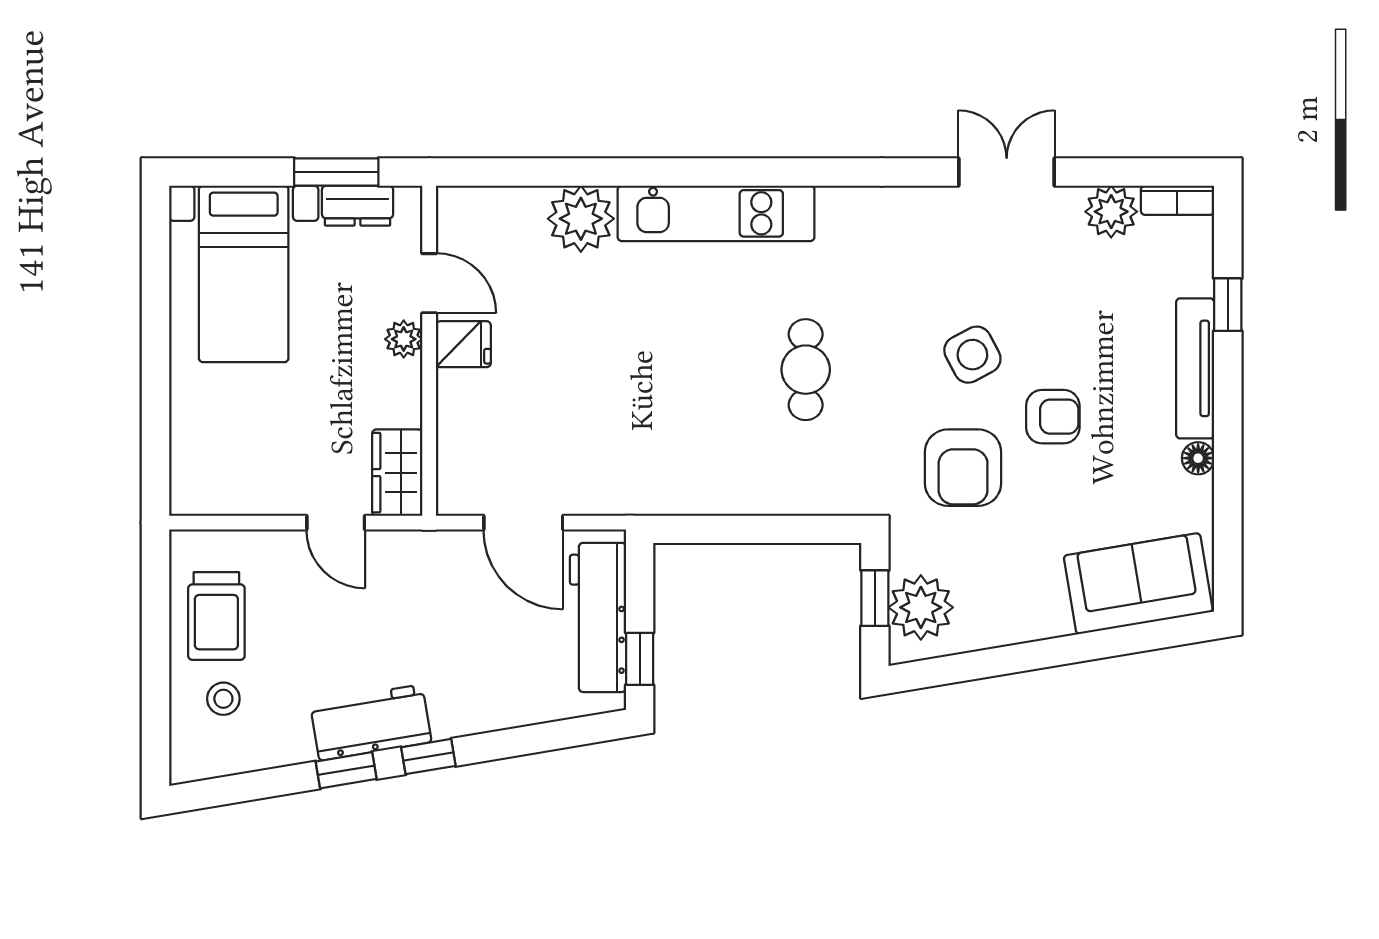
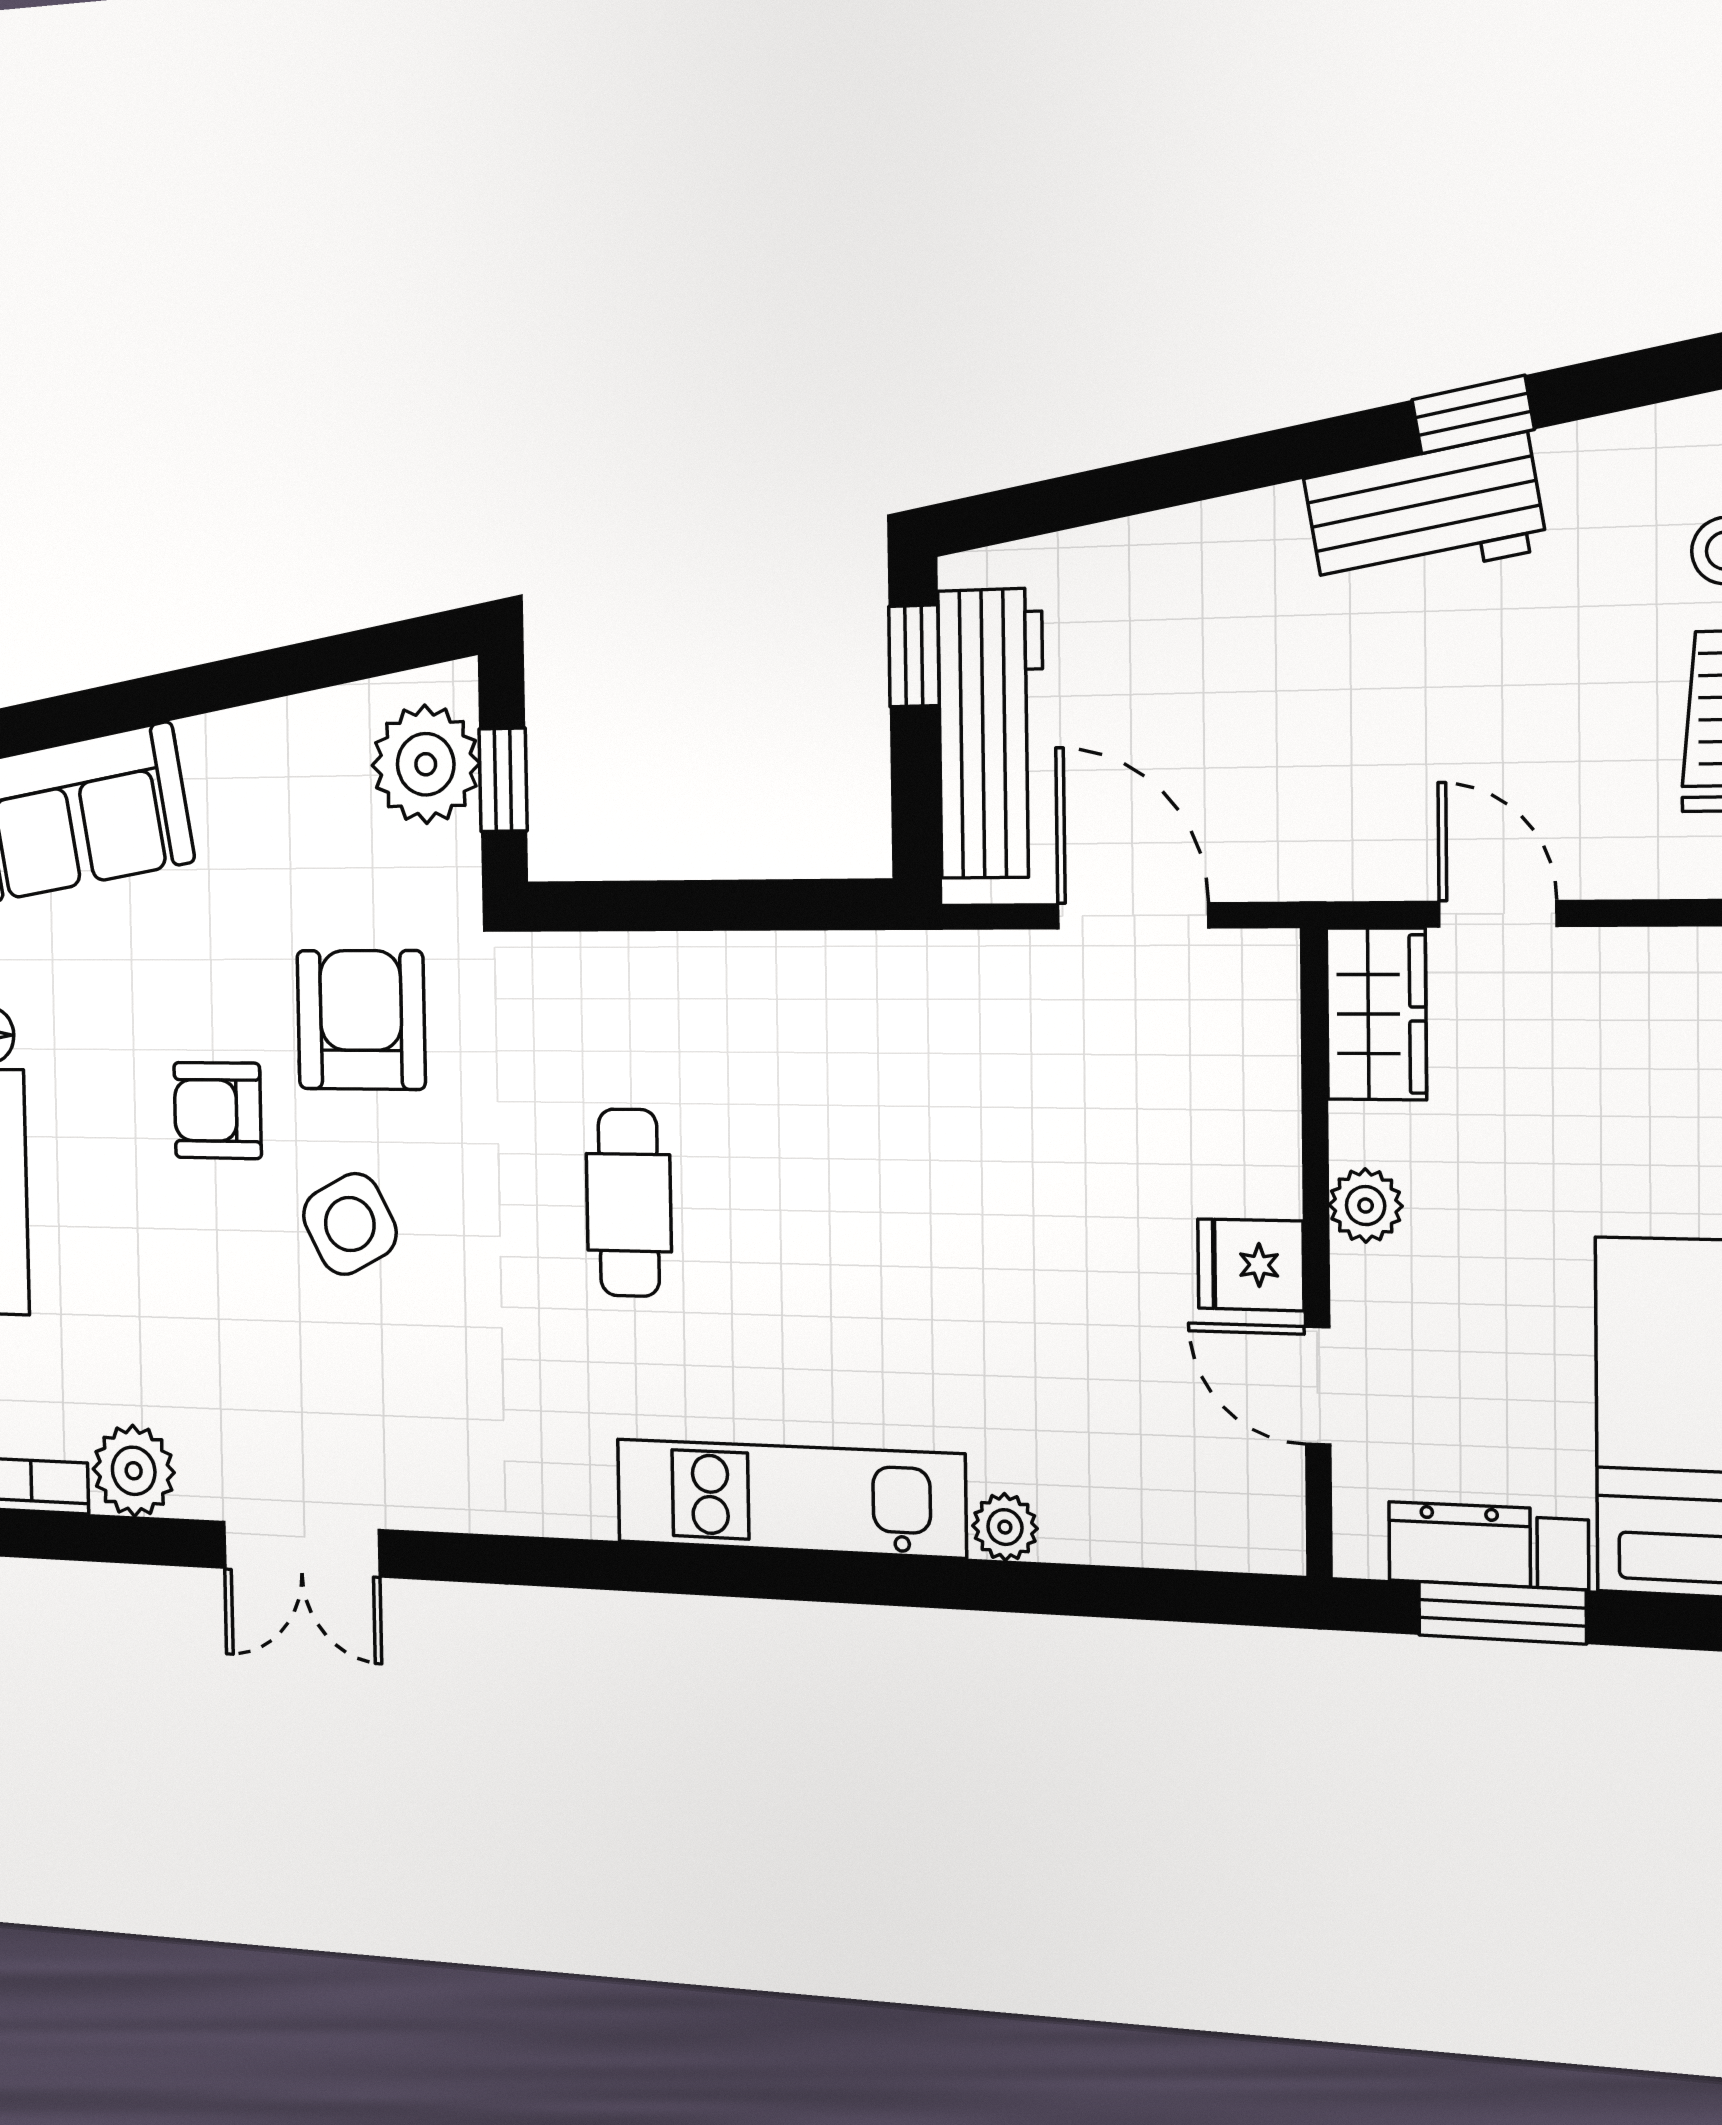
plant: (581, 219) -> (1005, 1527), width x0.53, depth x0.53
plant: (404, 339) -> (1366, 1206), moved
window: (428, 757) -> (1310, 450), removed

